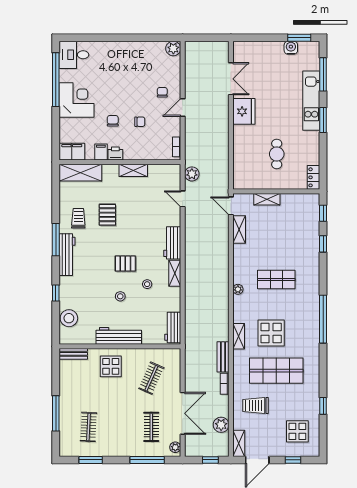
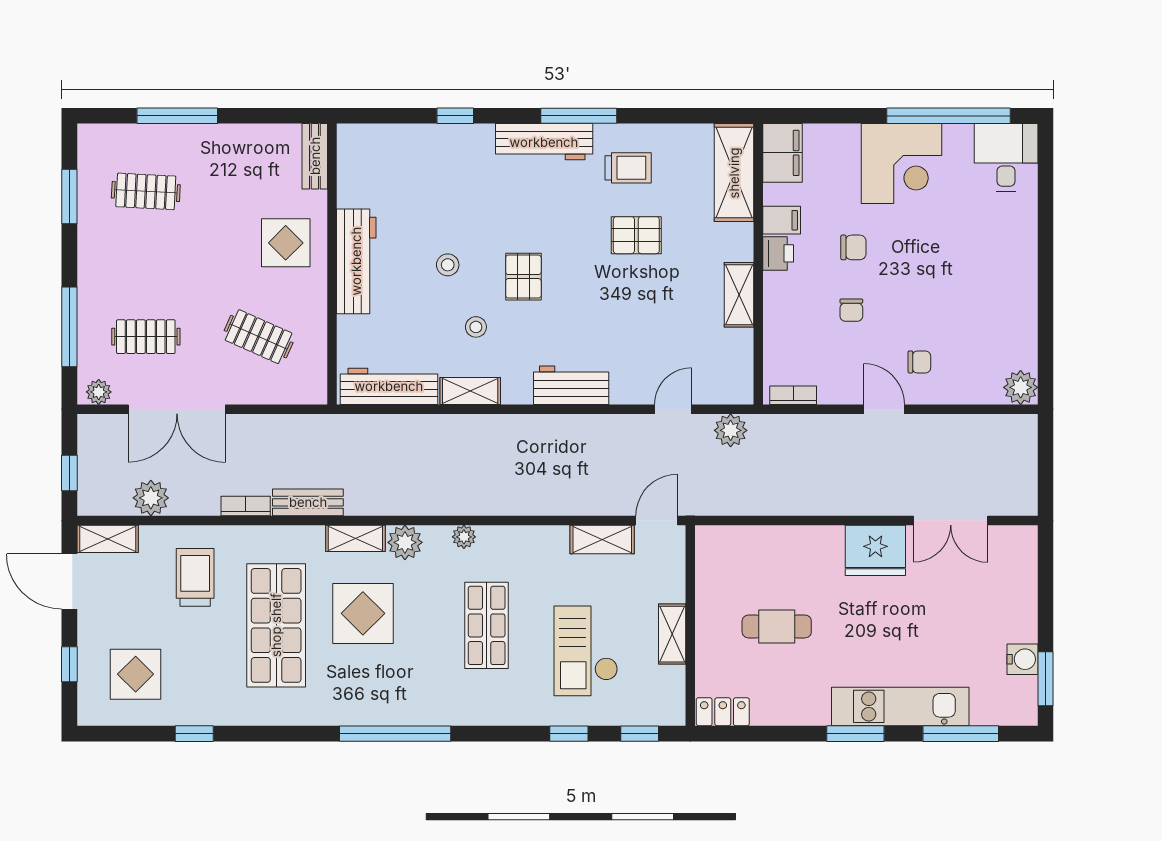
shelving: (267, 199) -> (672, 634), moved
checkout: (287, 237) -> (586, 651), added
shelving: (175, 273) -> (470, 391), moved
plant: (240, 315) -> (405, 542), added
stool: (69, 318) -> (397, 146), removed
workbench: (173, 327) -> (389, 386), width x1.37

